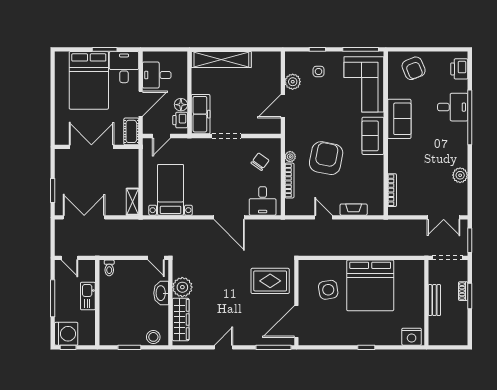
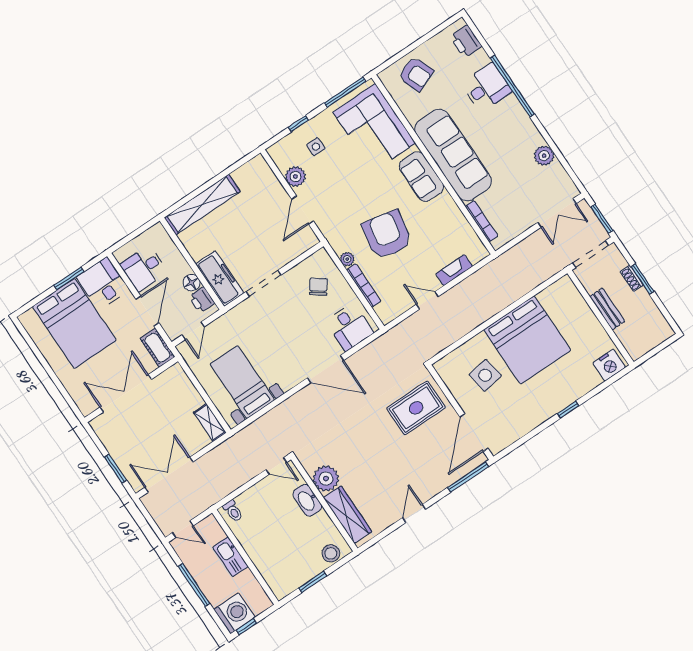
sofa: (399, 119) -> (453, 155), width x1.85, depth x1.27

